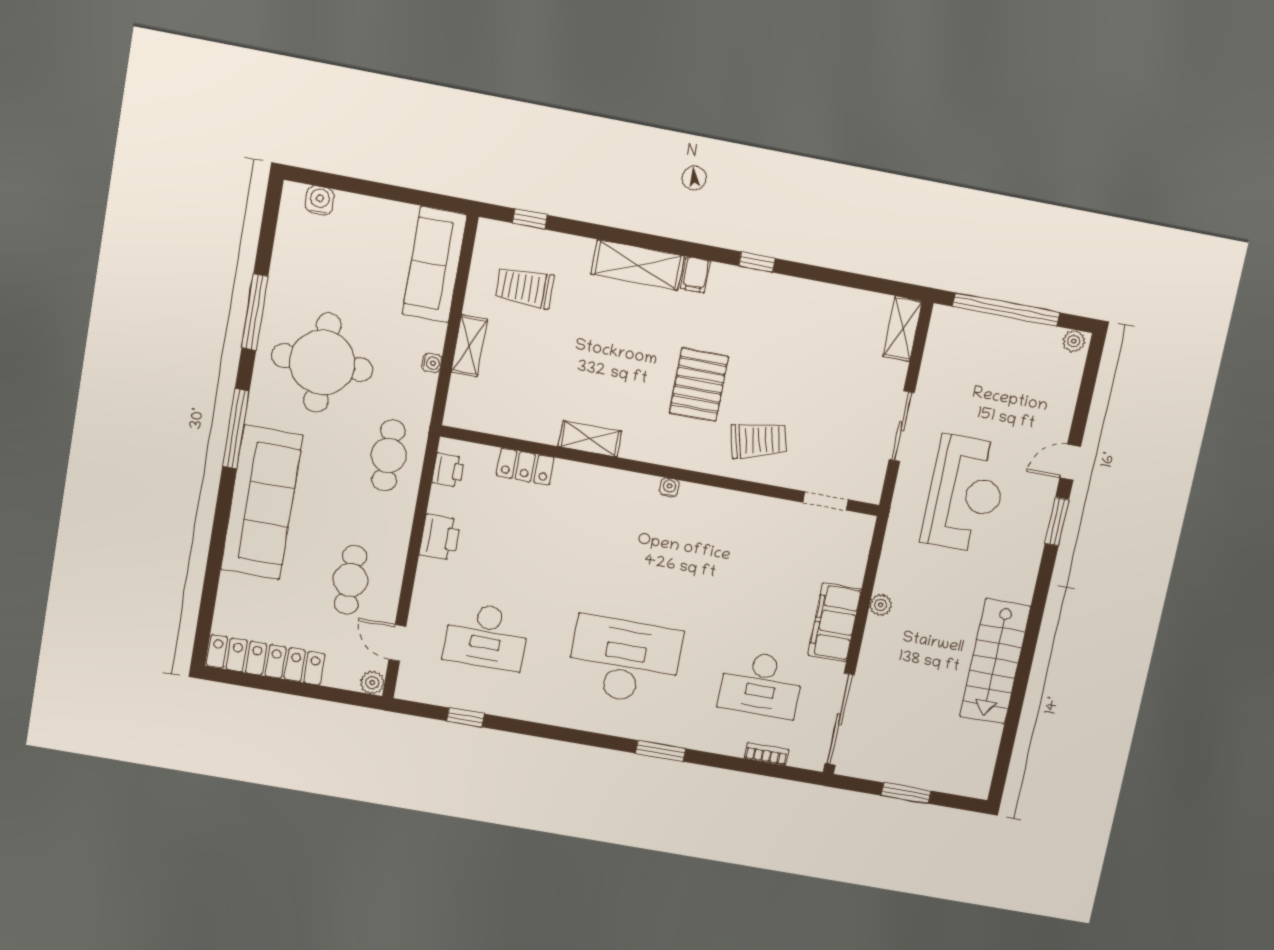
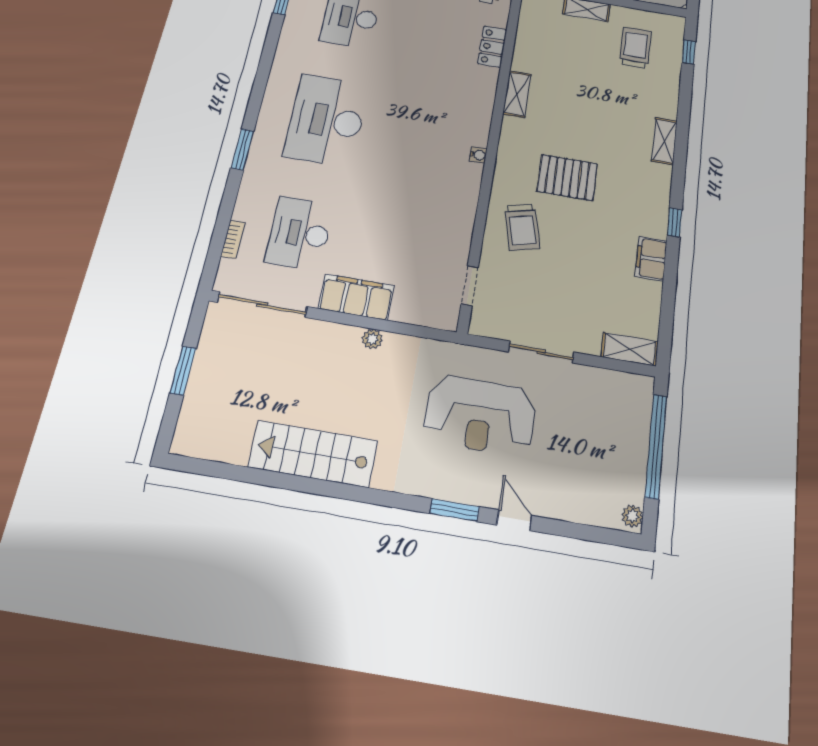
shelving: (638, 265) -> (664, 141), width x0.67, depth x0.75
filing cabinet: (695, 275) -> (651, 259), moved, width x2.00
desk: (624, 660) -> (326, 120), turned 180

